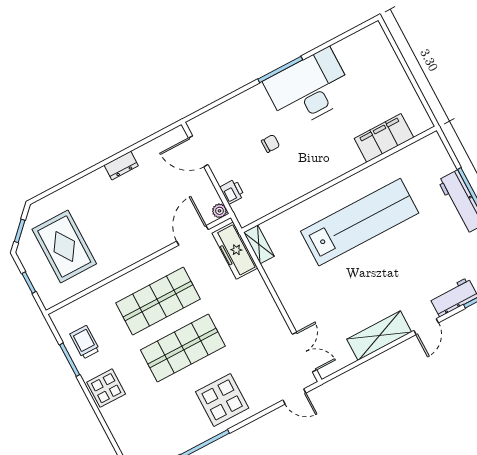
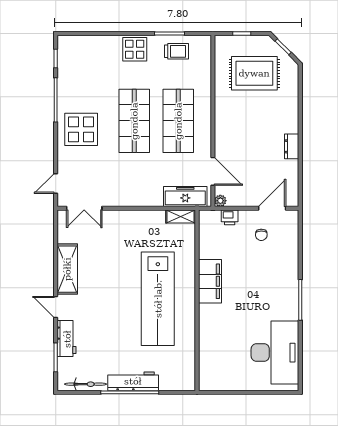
desk: (309, 89) -> (275, 353), moved
filing cabinet: (384, 138) -> (210, 281), moved
chair: (271, 143) -> (261, 235), moved

